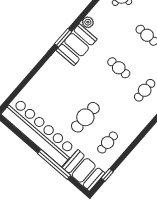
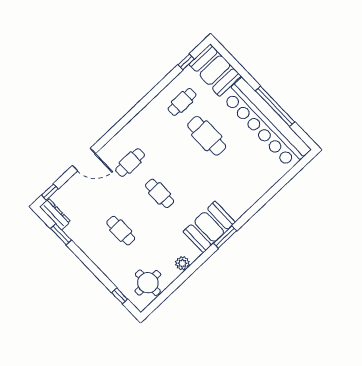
plant: (88, 22) -> (182, 263), moved
cafe table: (85, 117) -> (207, 136), turned 90
window: (54, 164) -> (275, 106), moved

